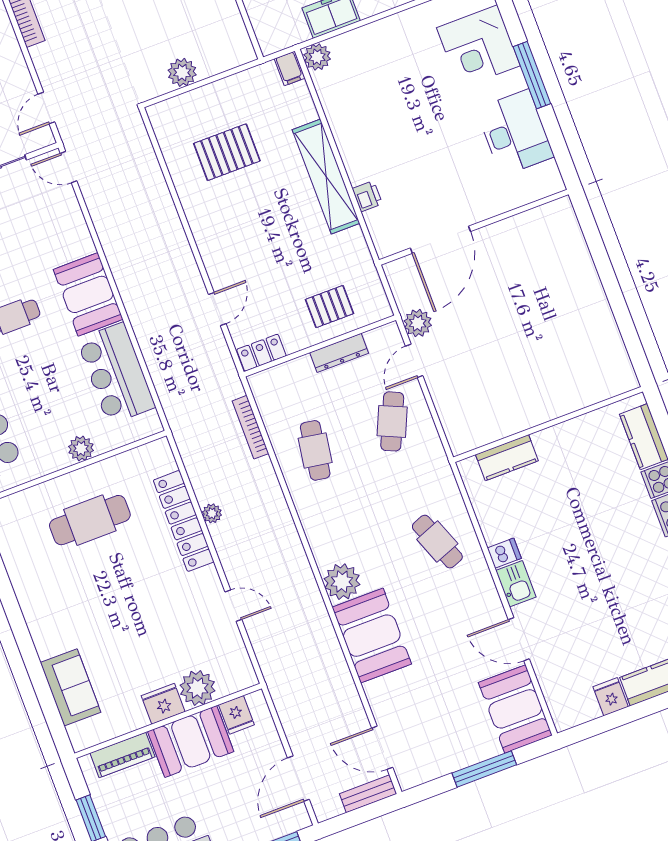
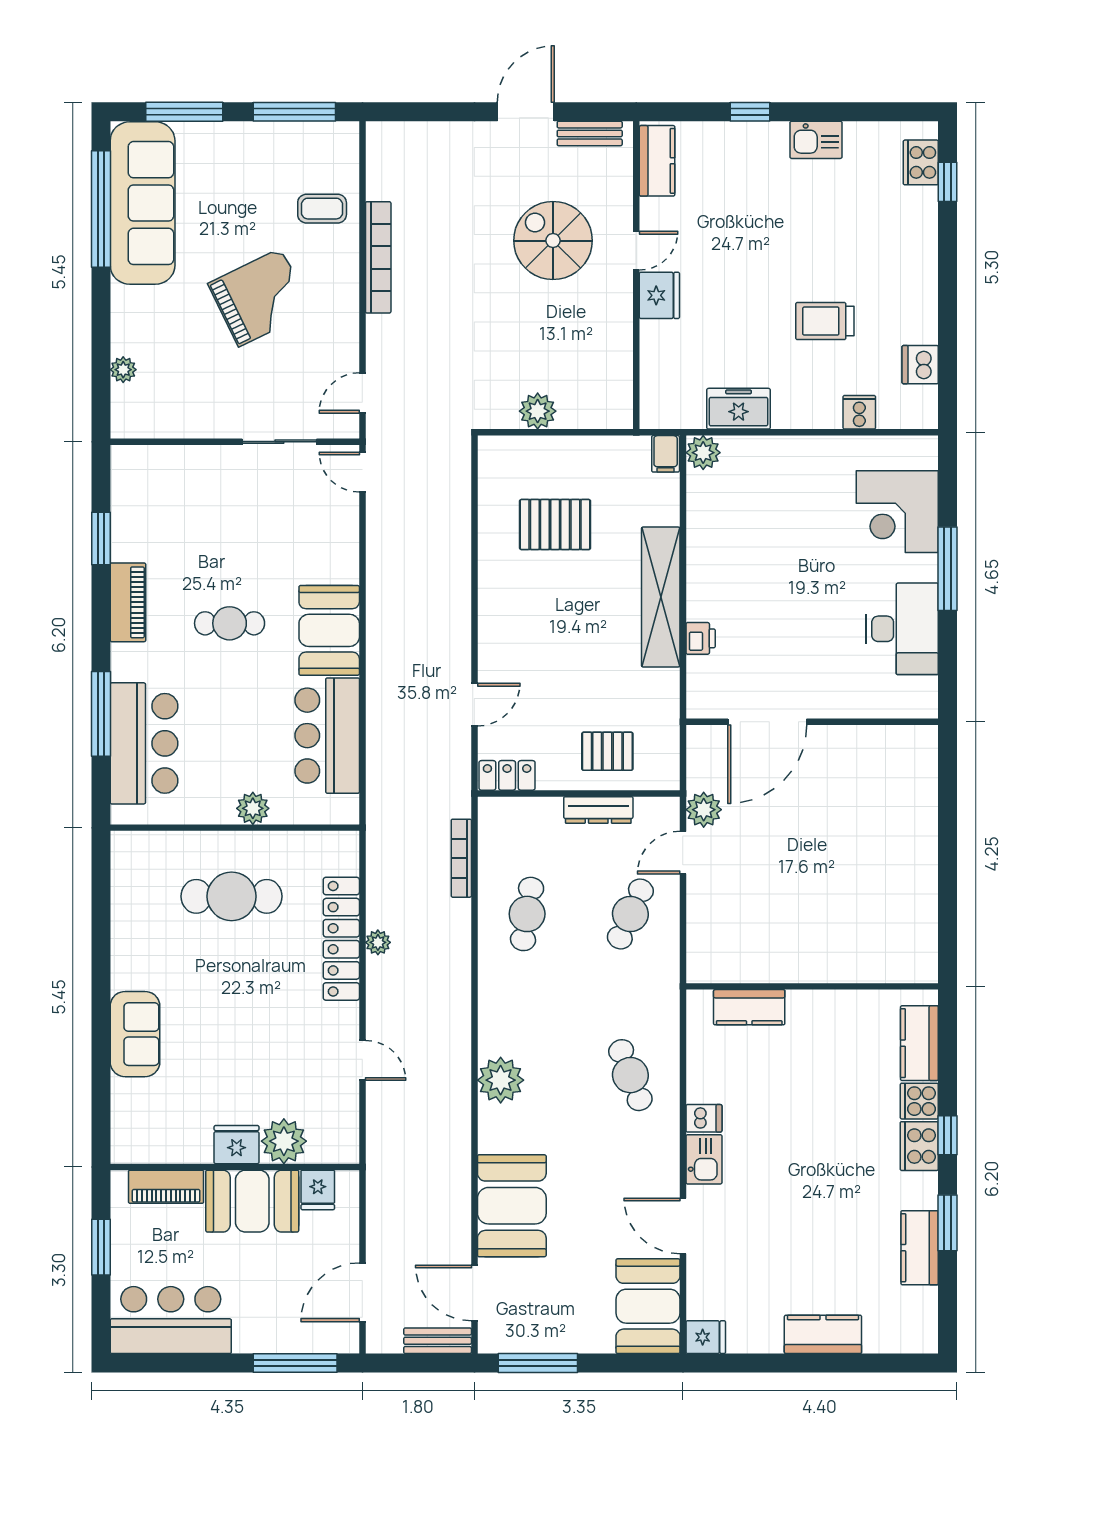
booth: (372, 636) -> (512, 1206), moved
sofa: (71, 687) -> (135, 1034), moved
fridge: (611, 697) -> (706, 1337), moved, turned 90
window: (484, 769) -> (538, 1363), moved

